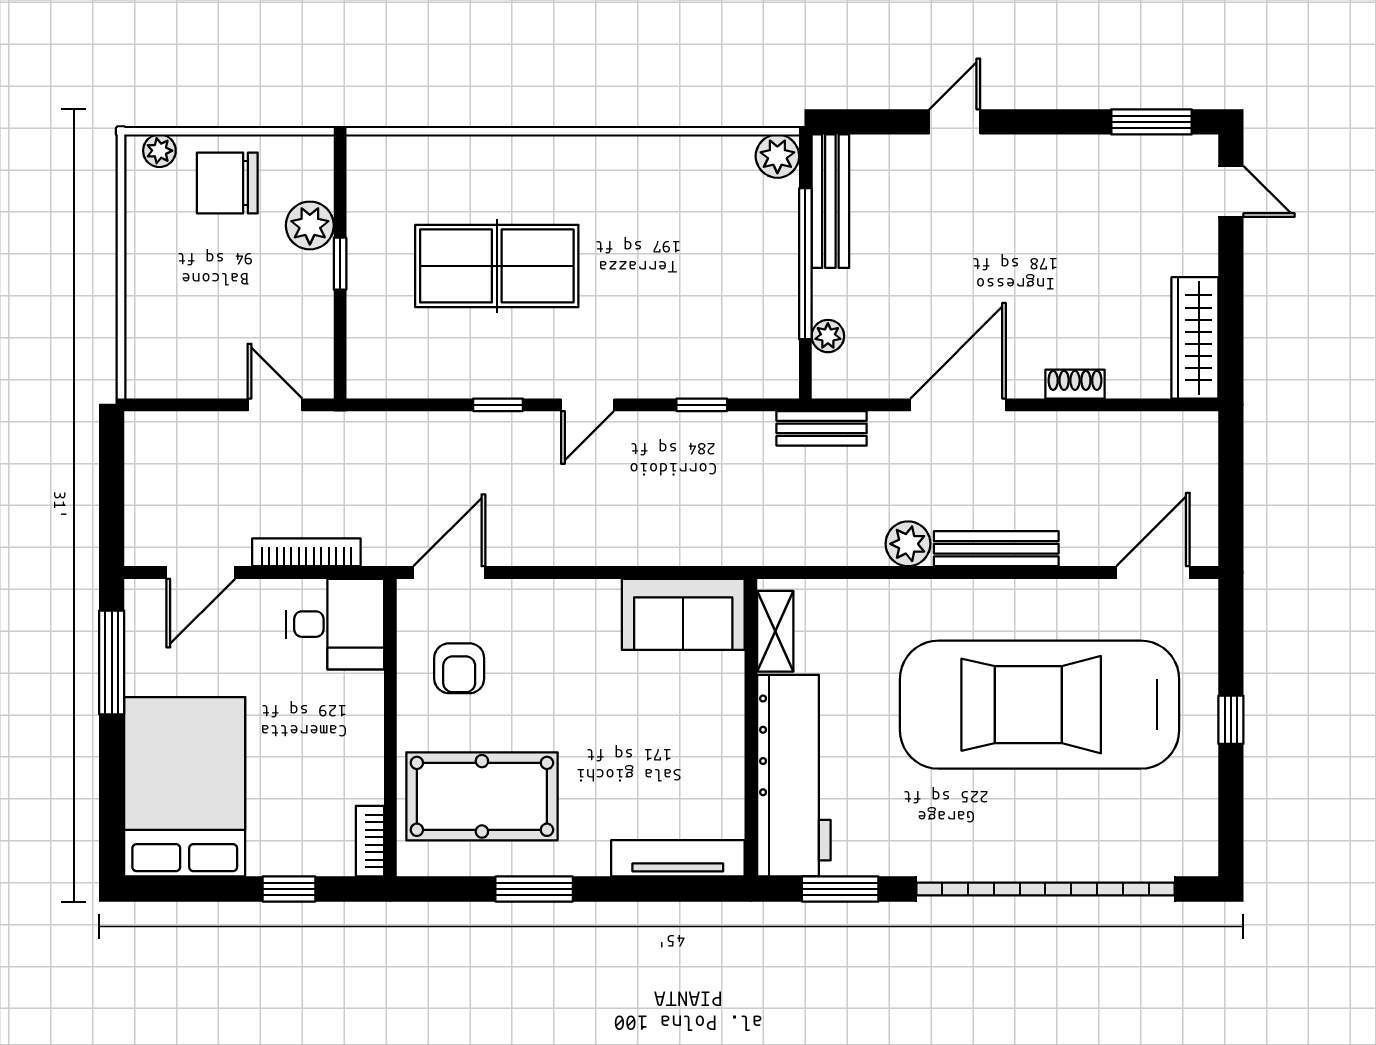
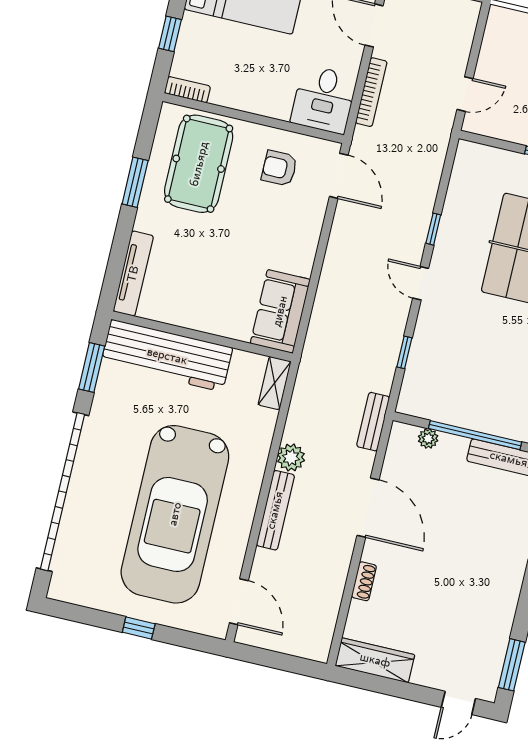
shelving: (775, 631) -> (275, 383), moved, turned 90
car: (1040, 705) -> (175, 514), turned 180

